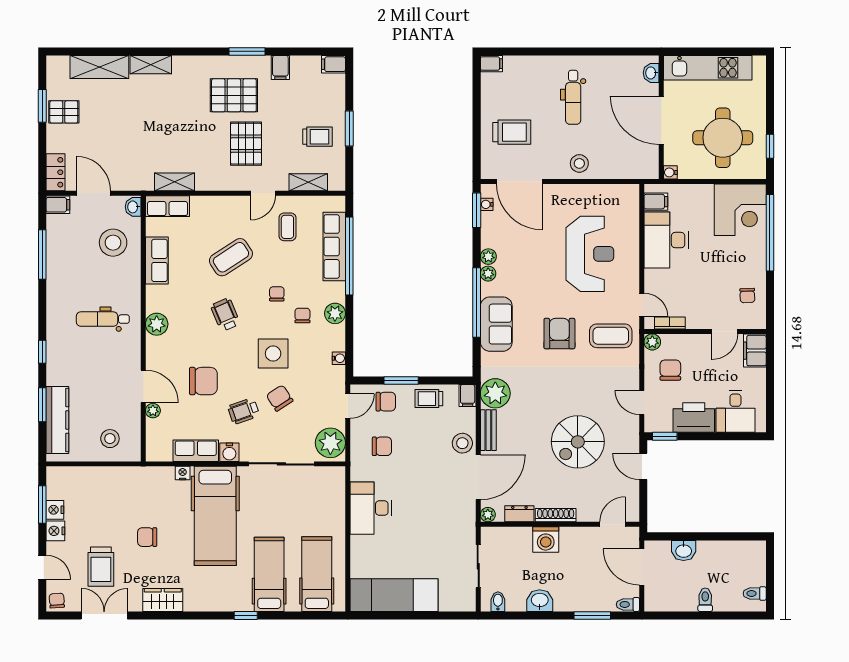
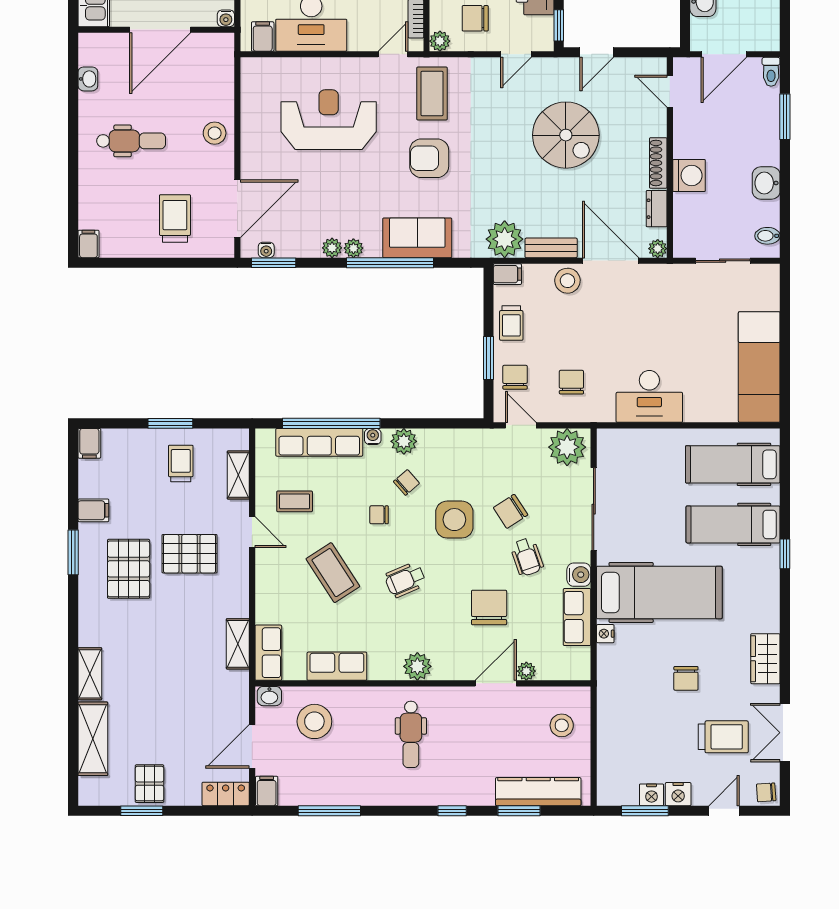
washbasin: (651, 73) -> (88, 79), moved, turned -90
chair: (302, 315) -> (406, 482), turned 139
water cooler: (339, 358) -> (373, 436), moved

